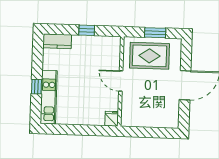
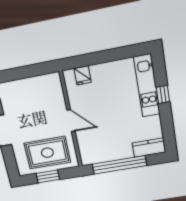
window: (87, 30) -> (119, 165), width x3.17
fridge: (111, 119) -> (83, 75), moved

